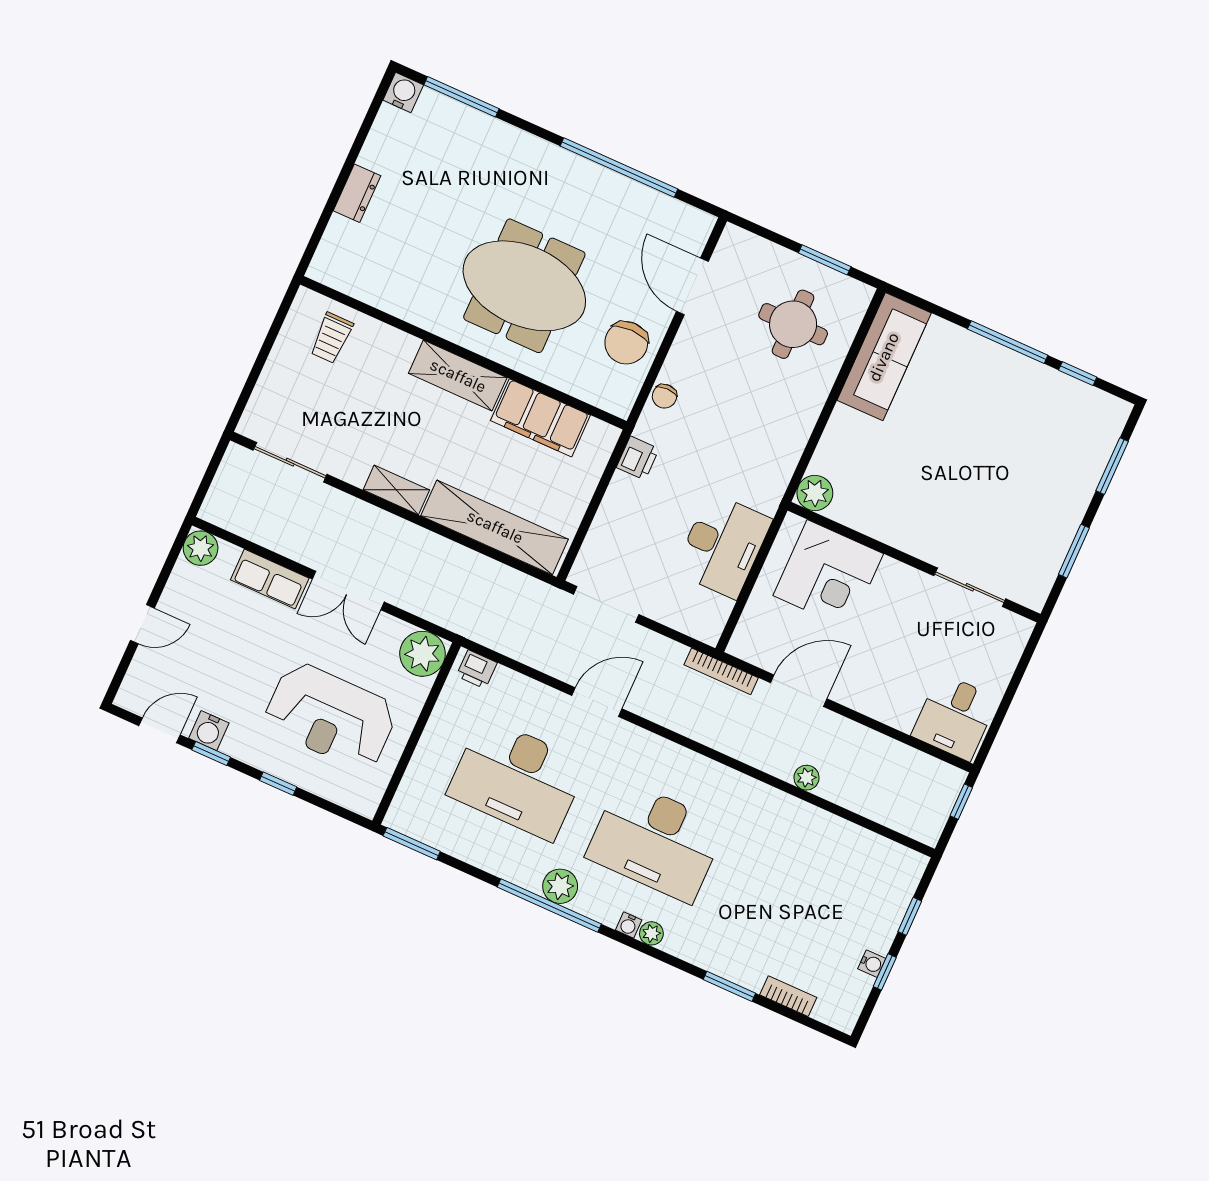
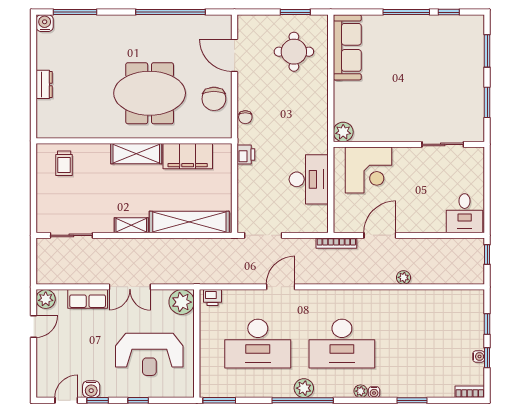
door: (142, 624) -> (34, 326), moved
water cooler: (629, 925) -> (374, 392), moved
bookcase: (788, 996) -> (470, 392), moved

